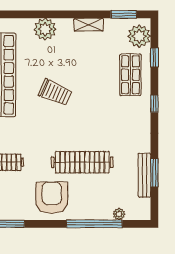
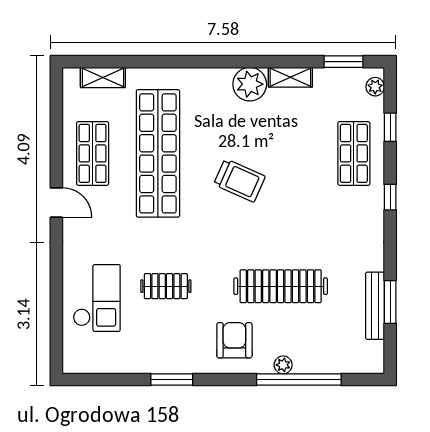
plant: (45, 29) -> (250, 84), moved
plant: (139, 36) -> (375, 87), width x0.53, depth x0.53
armchair: (52, 198) -> (234, 340), width x0.73, depth x0.73
plant: (119, 214) -> (283, 365), moved

